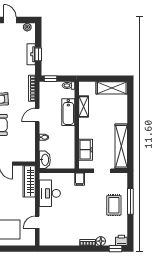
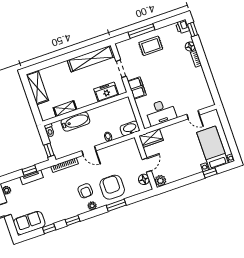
filing cabinet: (80, 179) -> (137, 88), width x2.00
wardrobe: (29, 181) -> (151, 138), width x0.67

